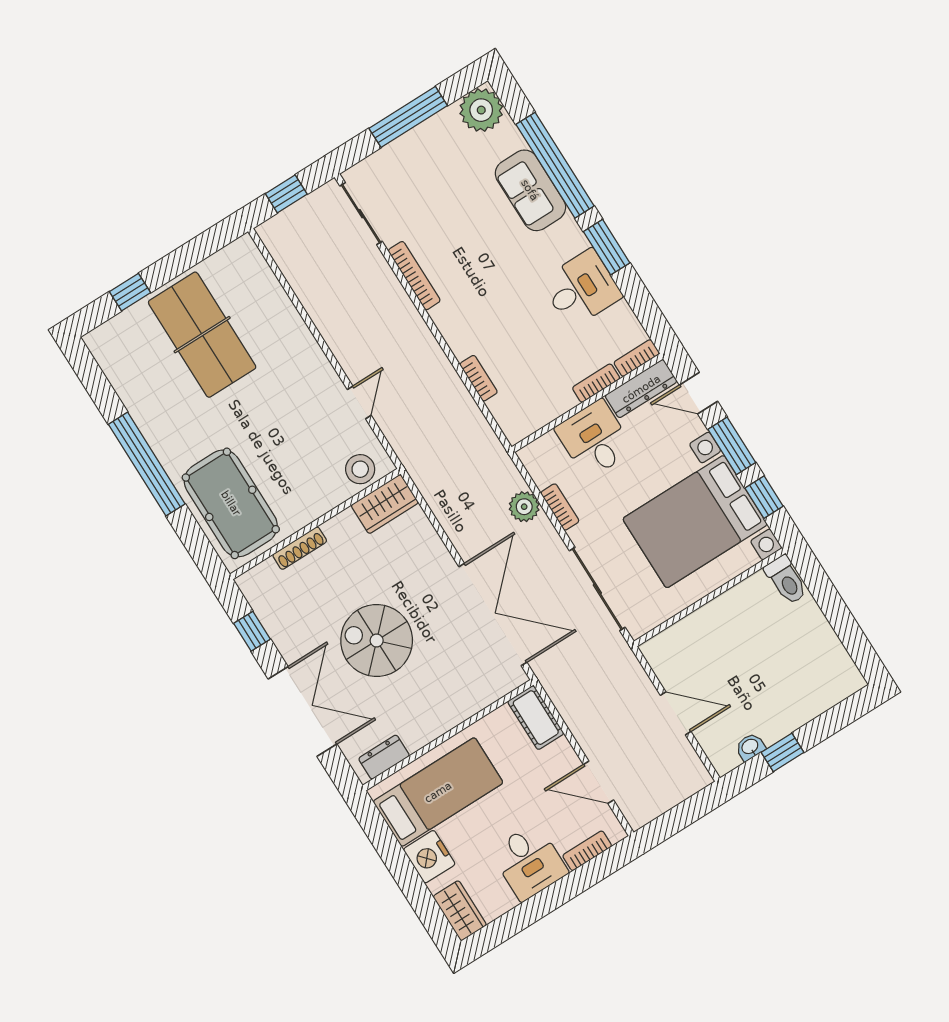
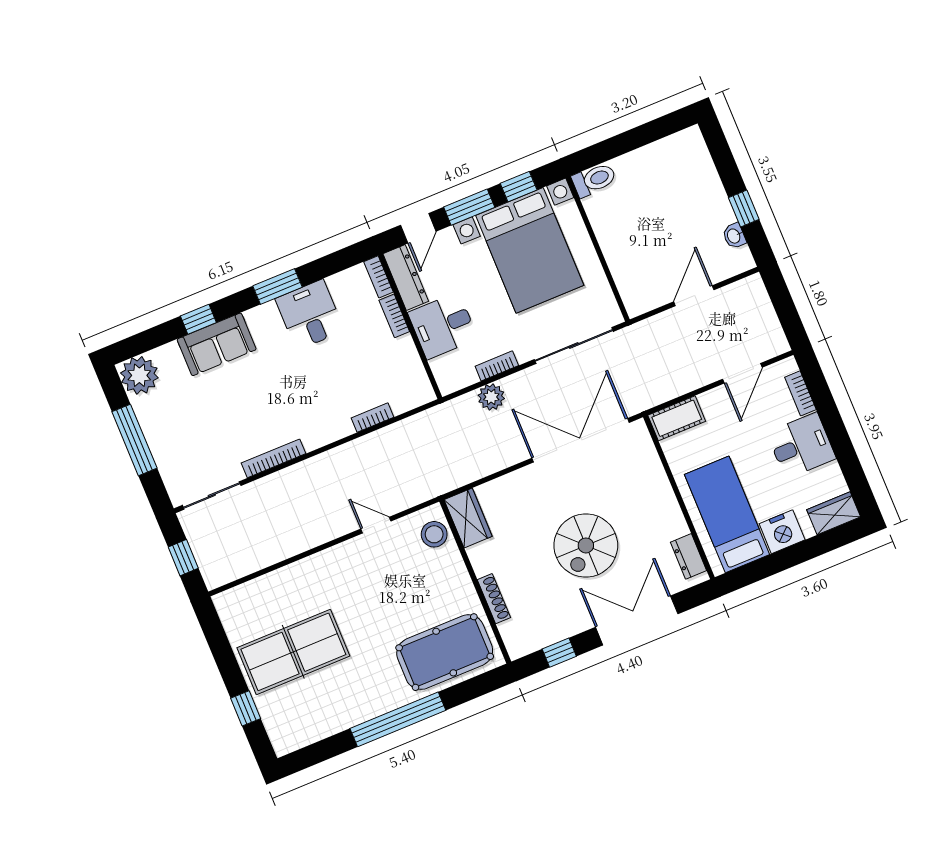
window: (555, 165) -> (198, 319), width x0.32

